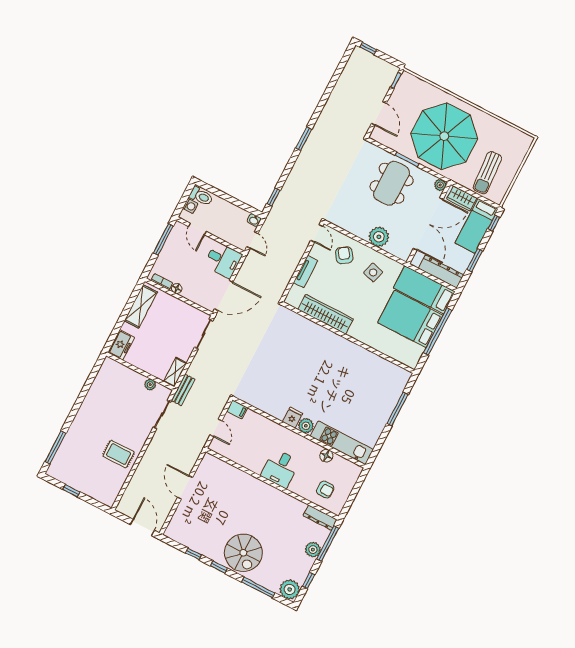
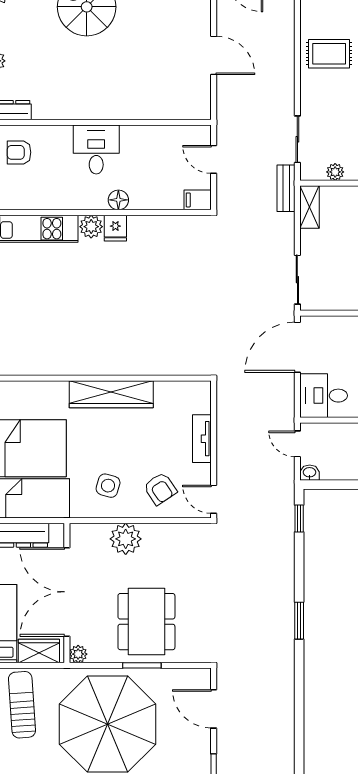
wardrobe: (326, 314) -> (111, 394), moved
floor lamp: (326, 456) -> (118, 200), moved

